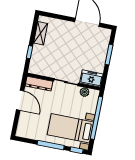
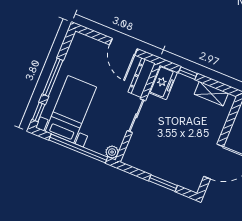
freezer: (91, 78) -> (163, 82), moved
plant: (85, 92) -> (112, 152), moved
door: (20, 100) -> (123, 47), hinge flipped

